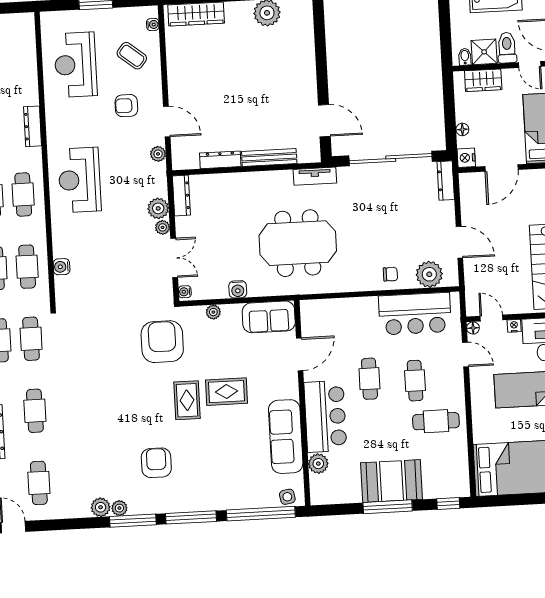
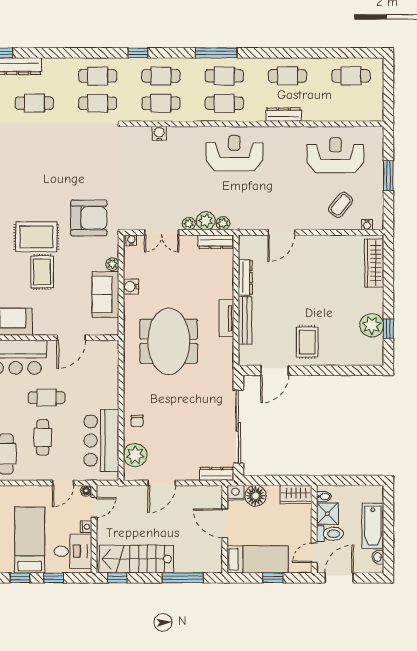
wardrobe: (483, 80) -> (296, 495), moved, turned -90
rug: (290, 85) -> (307, 342), added
armchair: (126, 106) -> (297, 198), removed
floor lamp: (462, 129) -> (255, 496), width x1.89, depth x1.89
plant: (158, 154) -> (223, 223), moved
tv unit: (315, 176) -> (226, 318), moved
sofa: (269, 317) -> (105, 295), moved
door: (300, 354) -> (71, 338), hinge flipped
cafe table: (415, 381) -> (43, 437), turned 90
rug: (187, 400) -> (36, 237), width x1.36, depth x1.43

